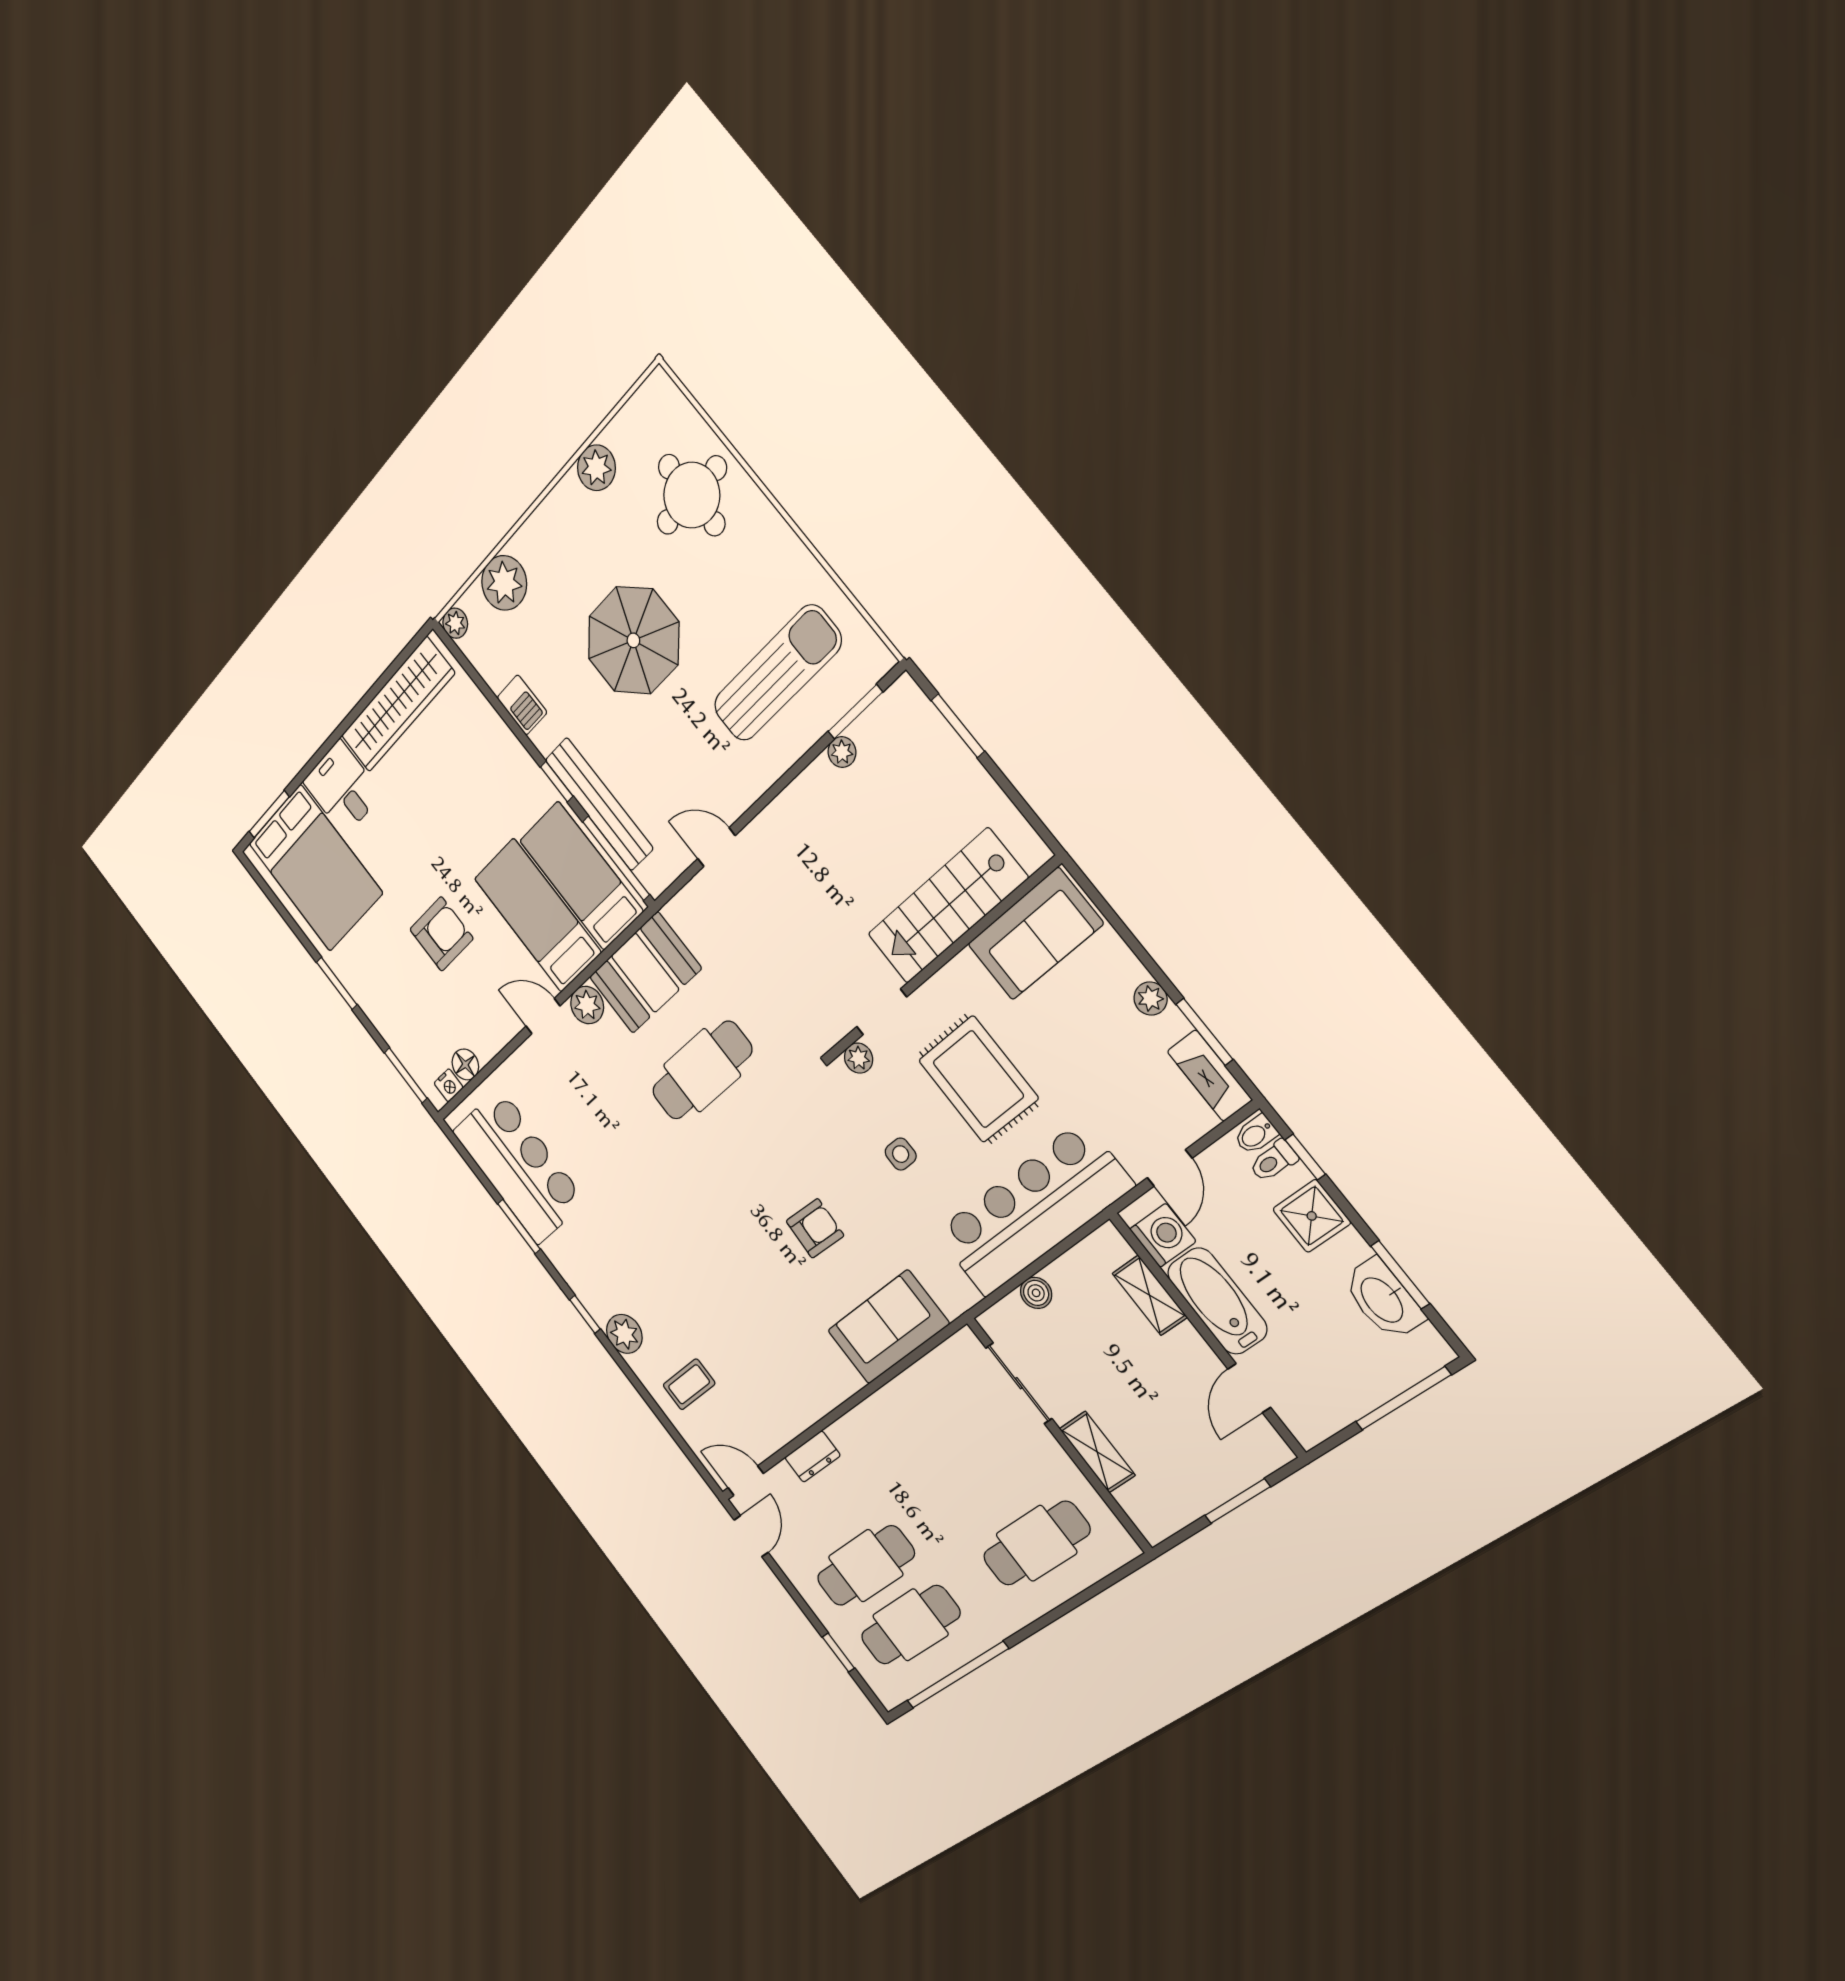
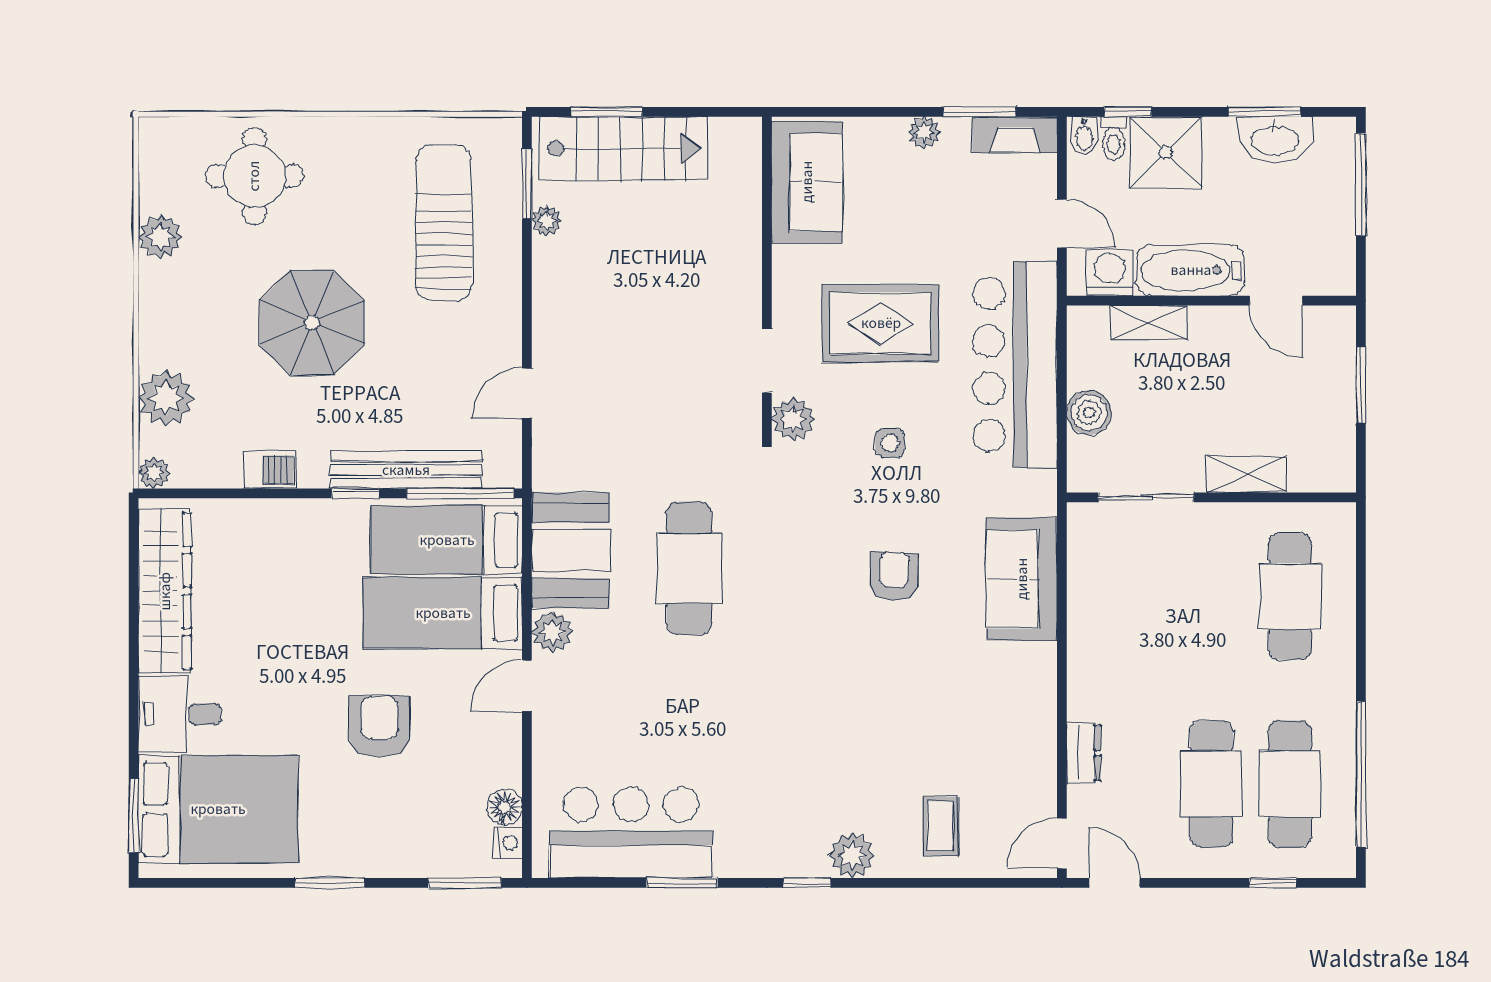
stairs: (947, 906) -> (623, 148), moved, turned -90
plant: (859, 1058) -> (793, 419), width x1.38, depth x1.38
shower: (1312, 1216) -> (1166, 152), width x1.36, depth x1.36
boiler: (1036, 1293) -> (1089, 413), width x1.36, depth x1.36

